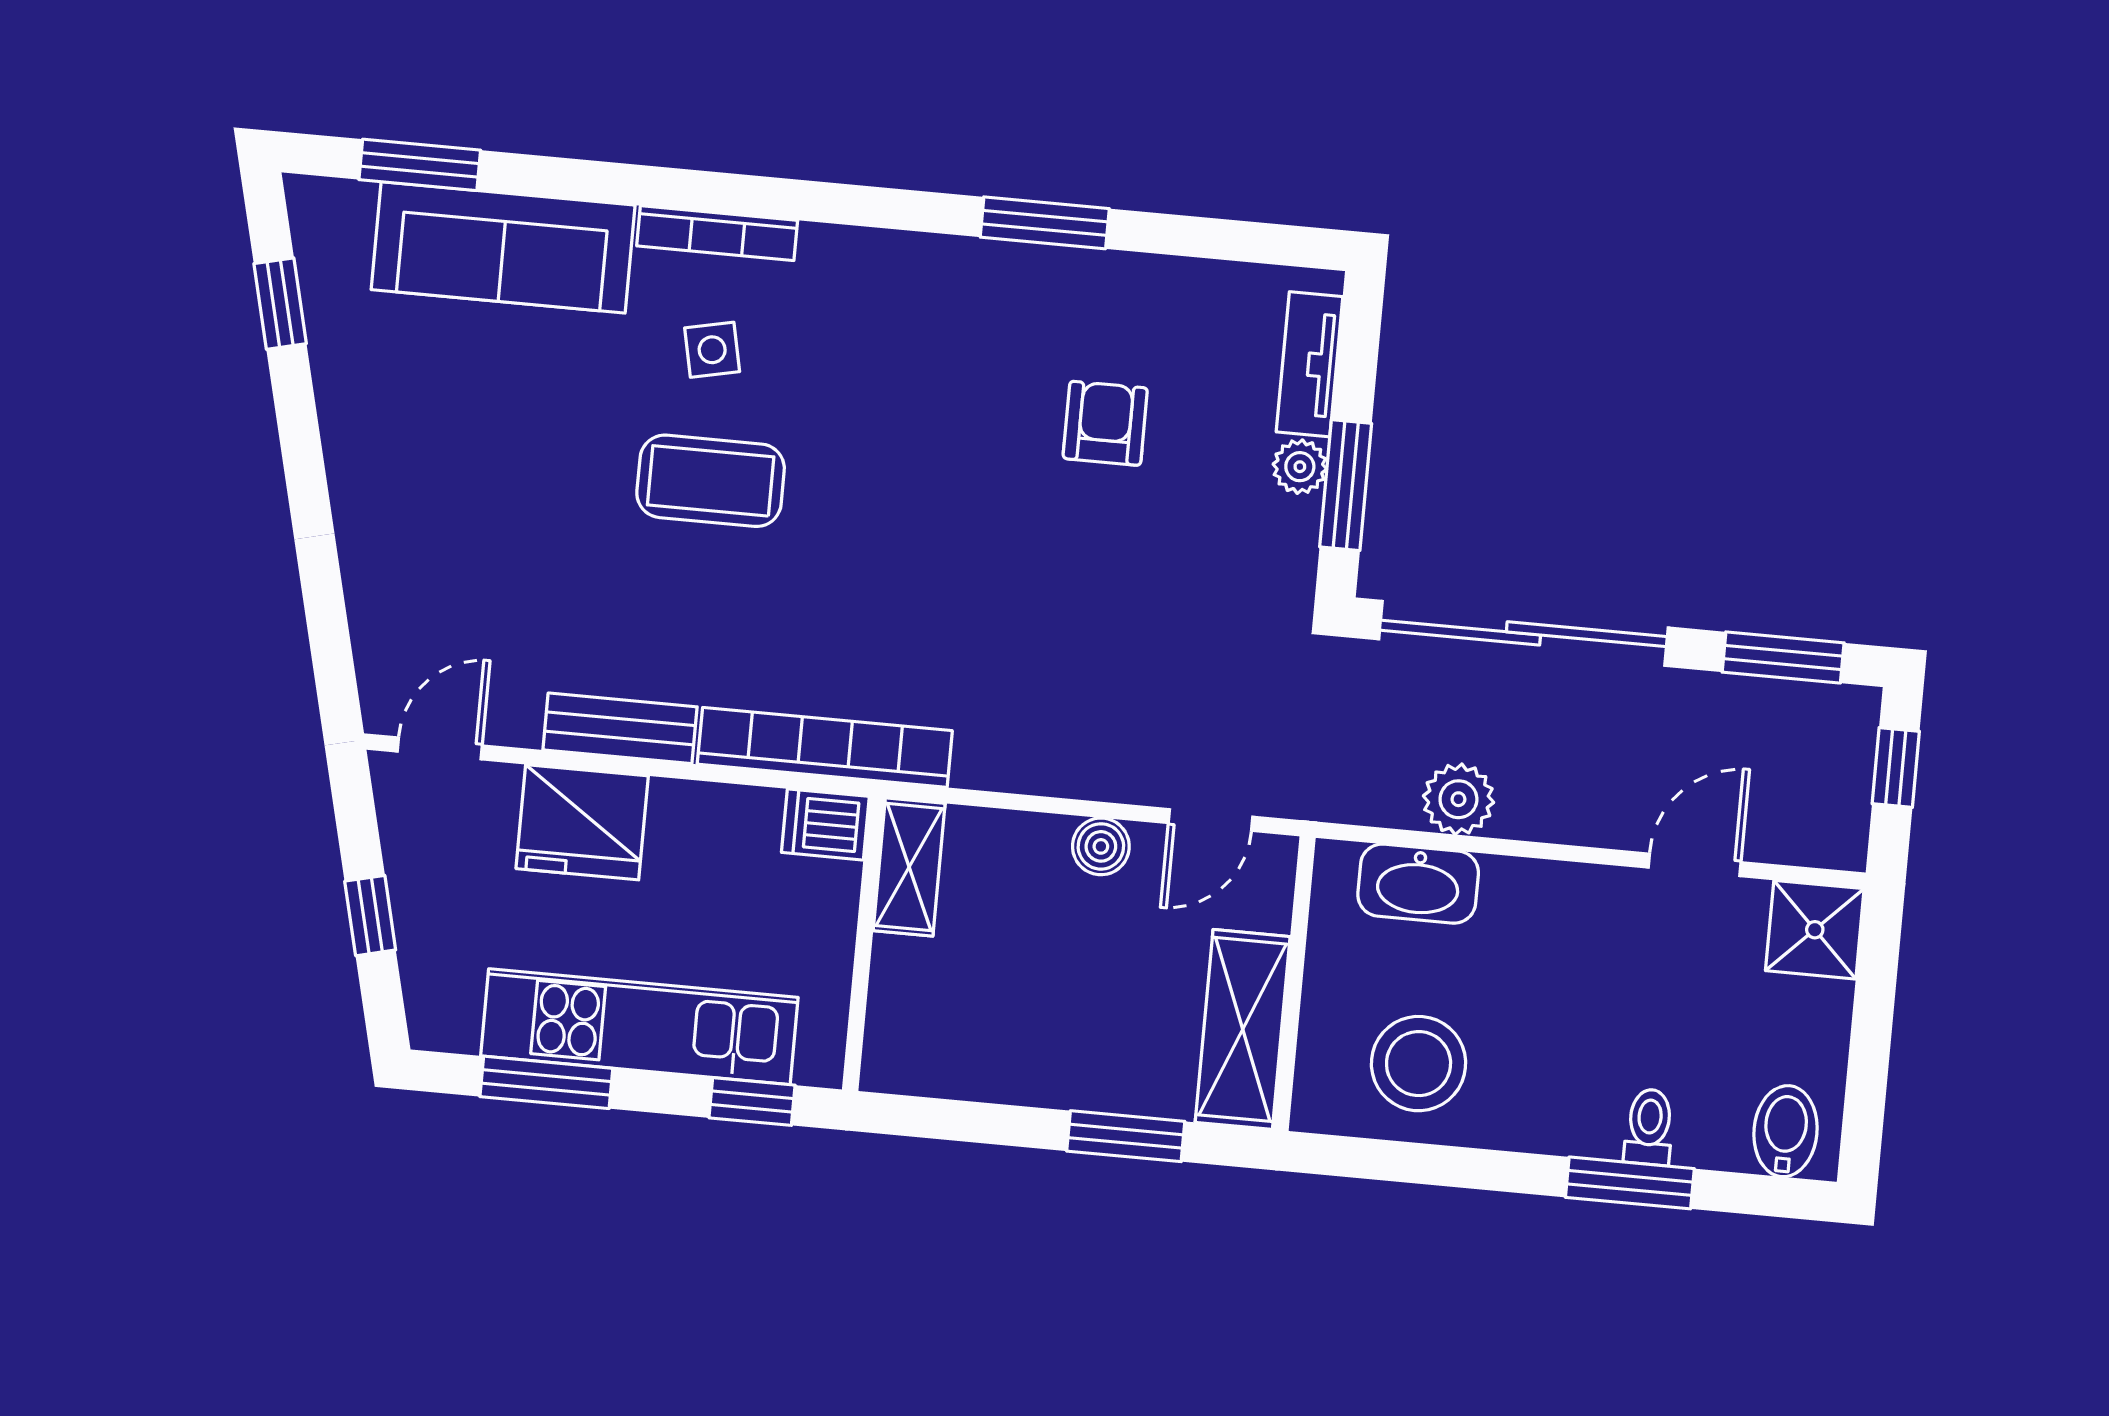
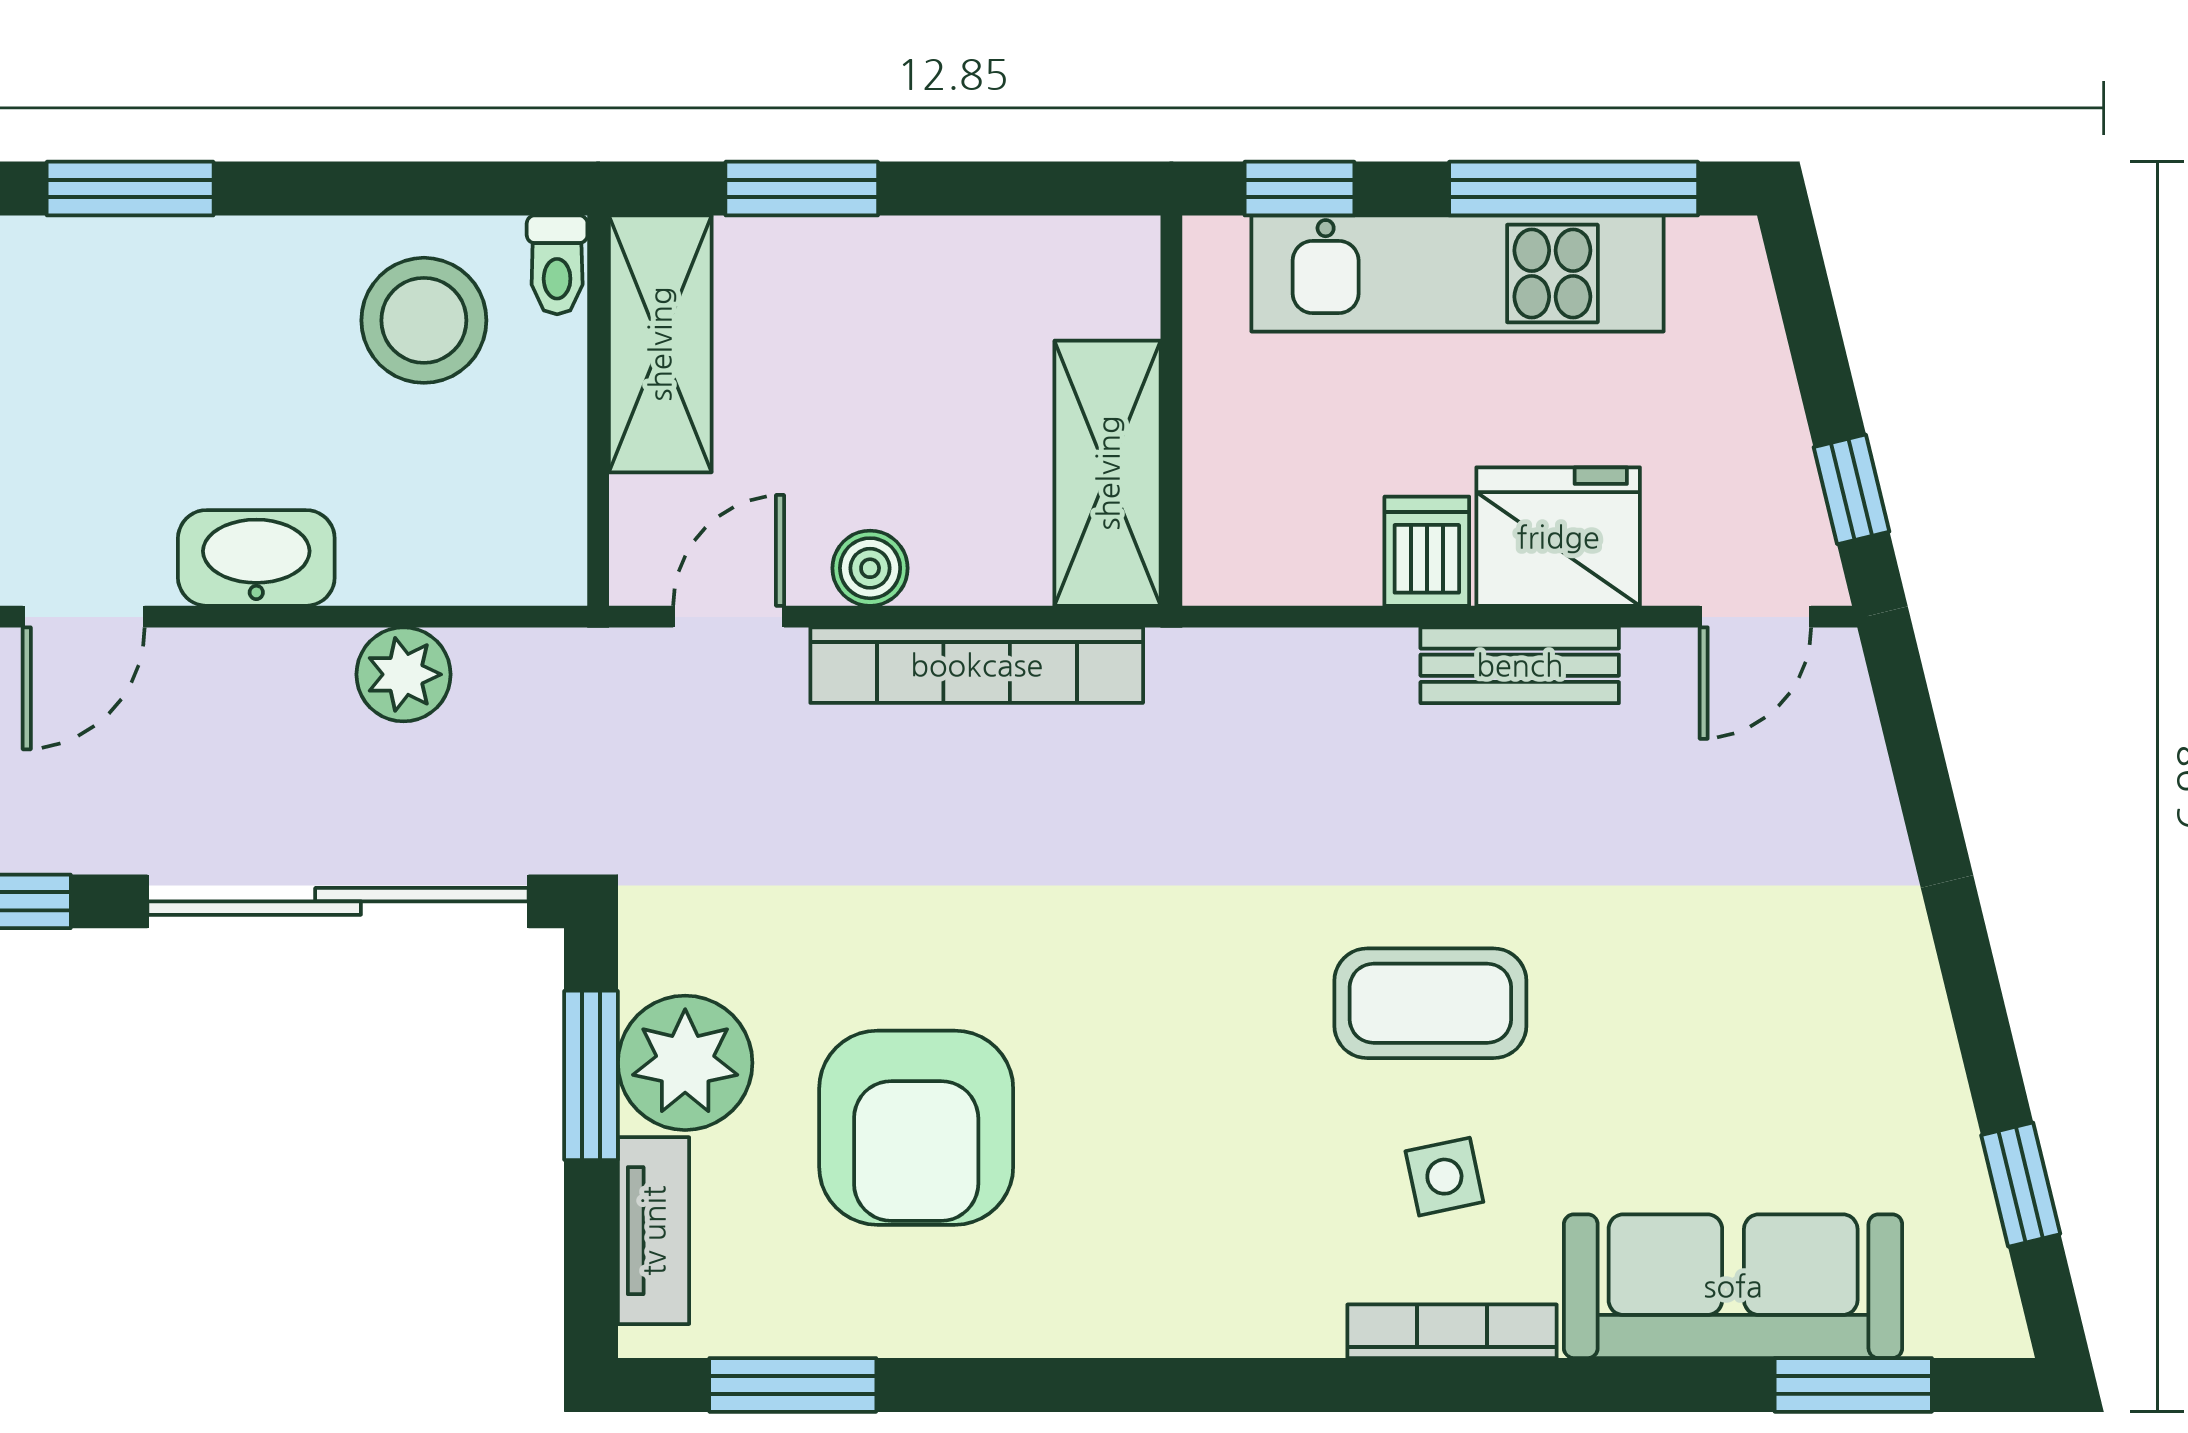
window: (1045, 223) -> (793, 1385), moved
armchair: (1105, 423) -> (916, 1128), width x1.88, depth x1.88
plant: (1300, 467) -> (685, 1063), width x1.88, depth x1.88
bookcase: (825, 747) -> (977, 665), moved
dishwasher: (825, 824) -> (1427, 551), moved, turned -90
shelving: (909, 867) -> (1108, 473), width x1.50, depth x1.33
washbasin: (1418, 884) -> (256, 558), moved
window: (370, 916) -> (1852, 489), moved
window: (546, 1082) -> (1574, 189), width x1.44
toilet: (1649, 1127) -> (557, 265), moved

